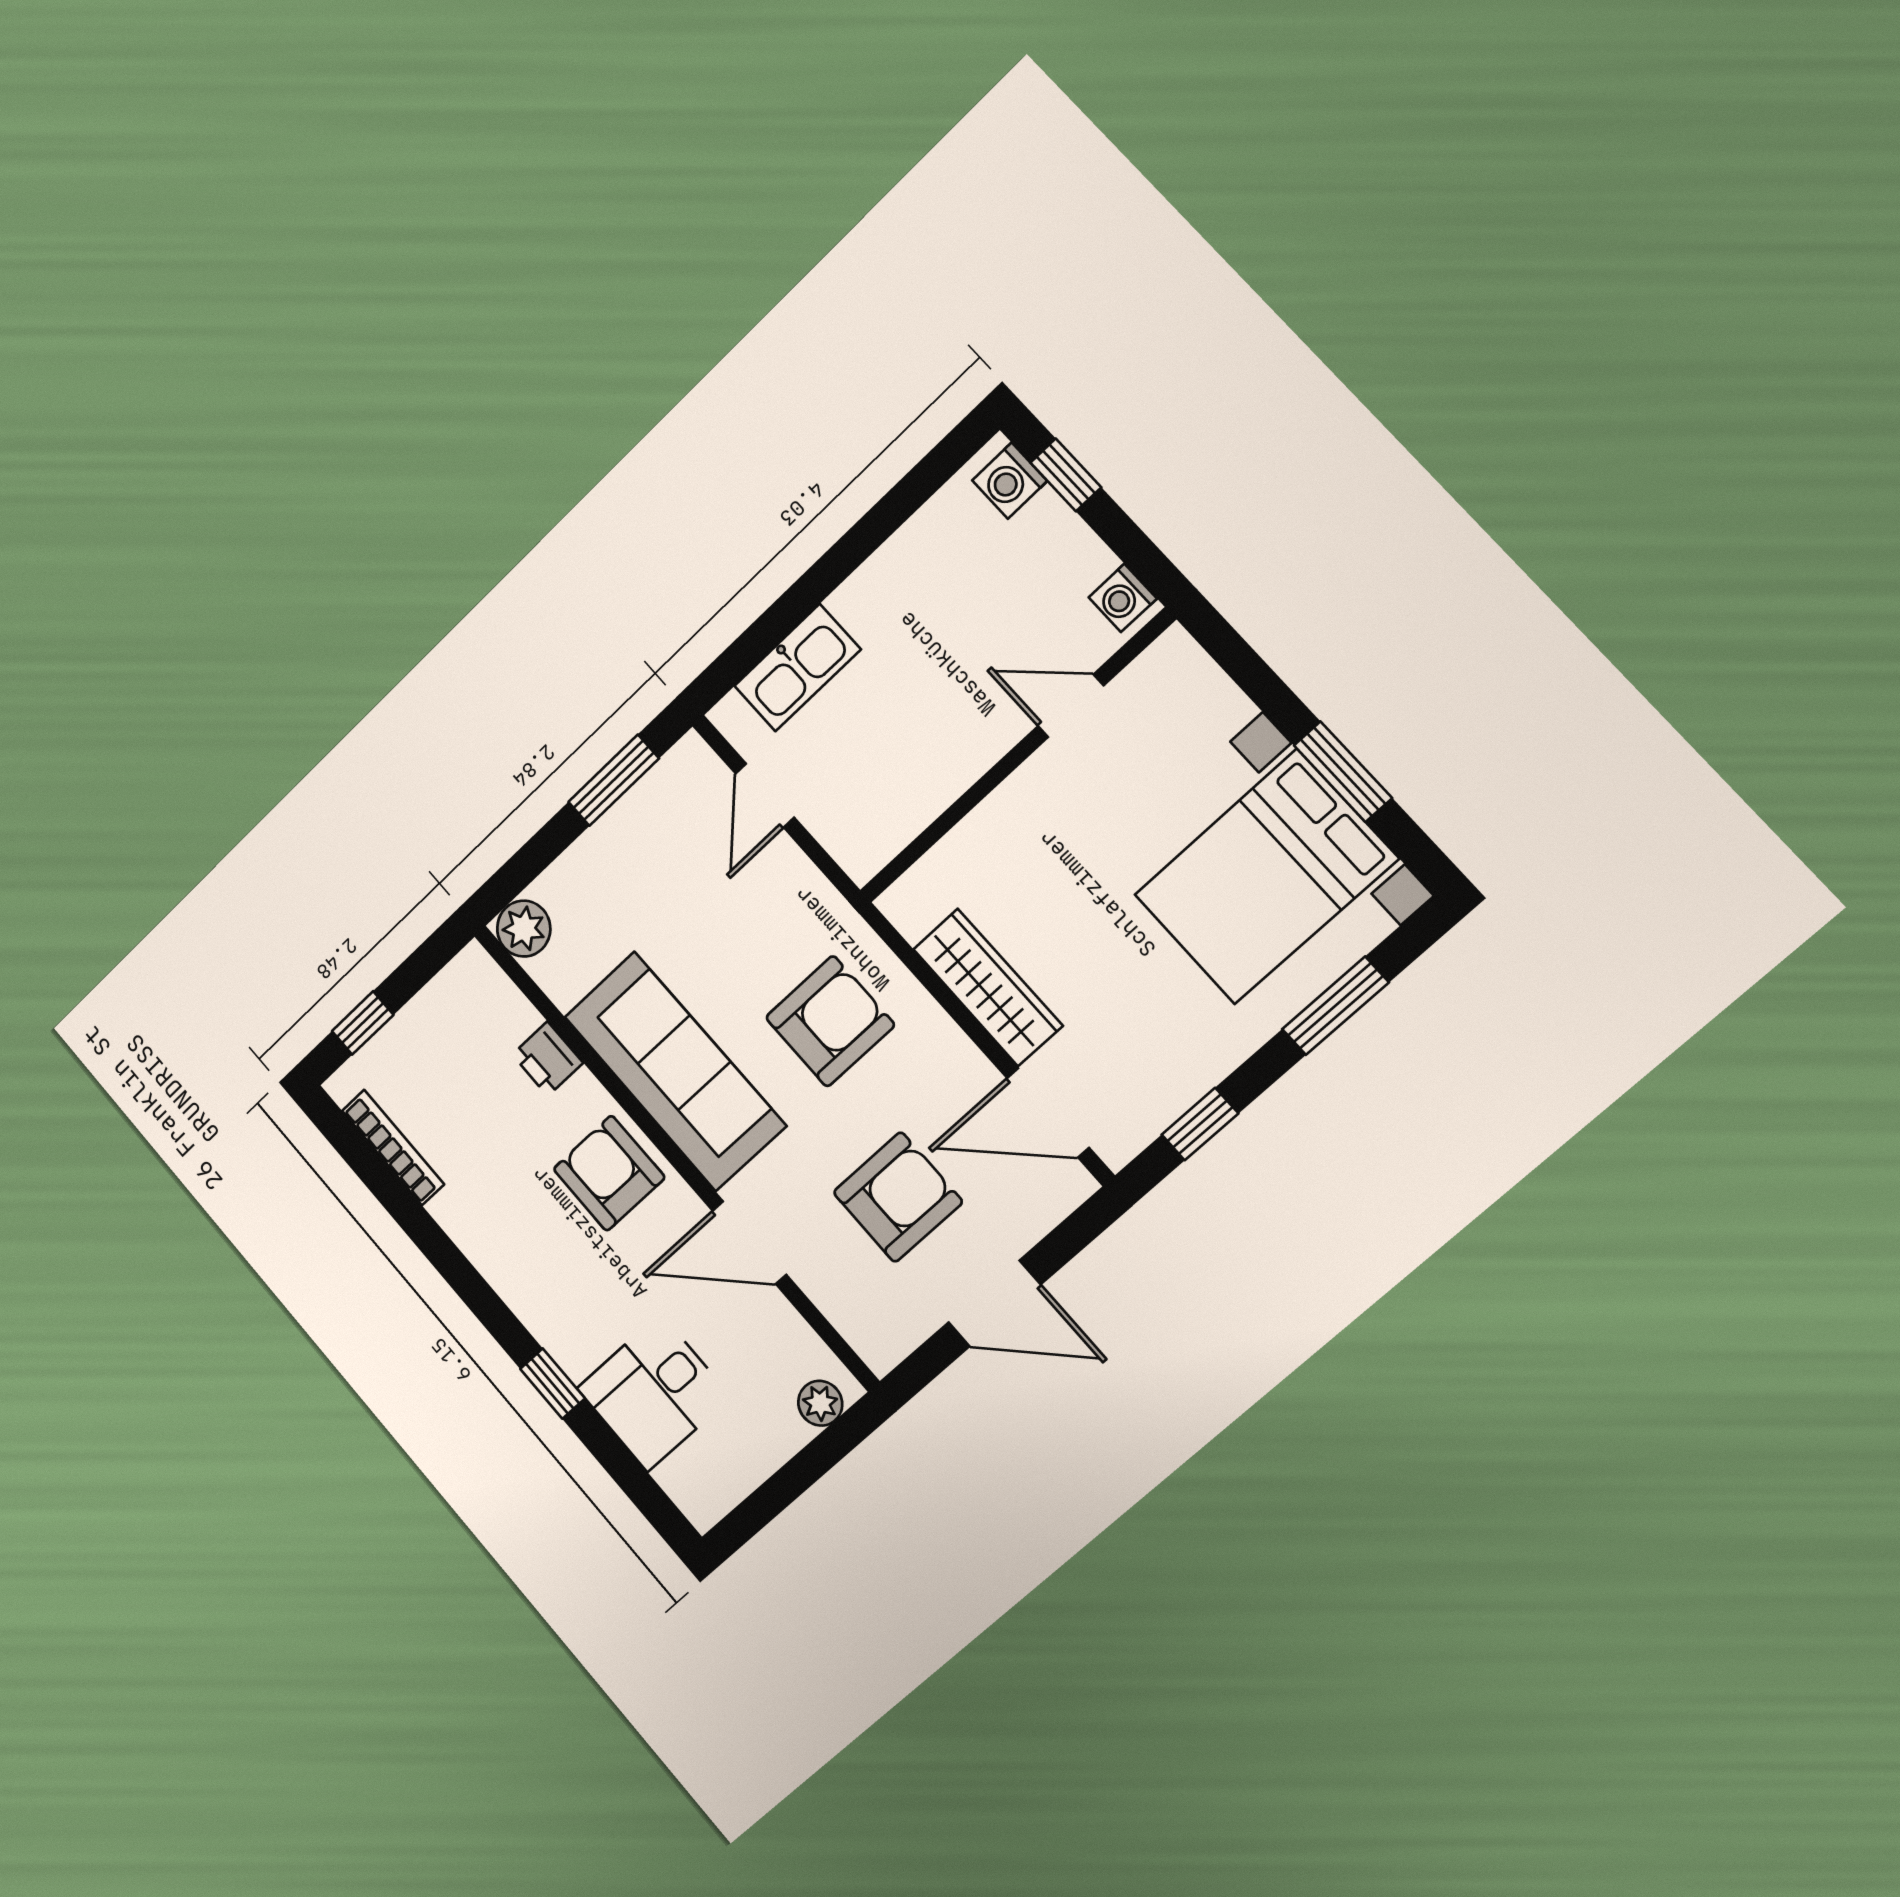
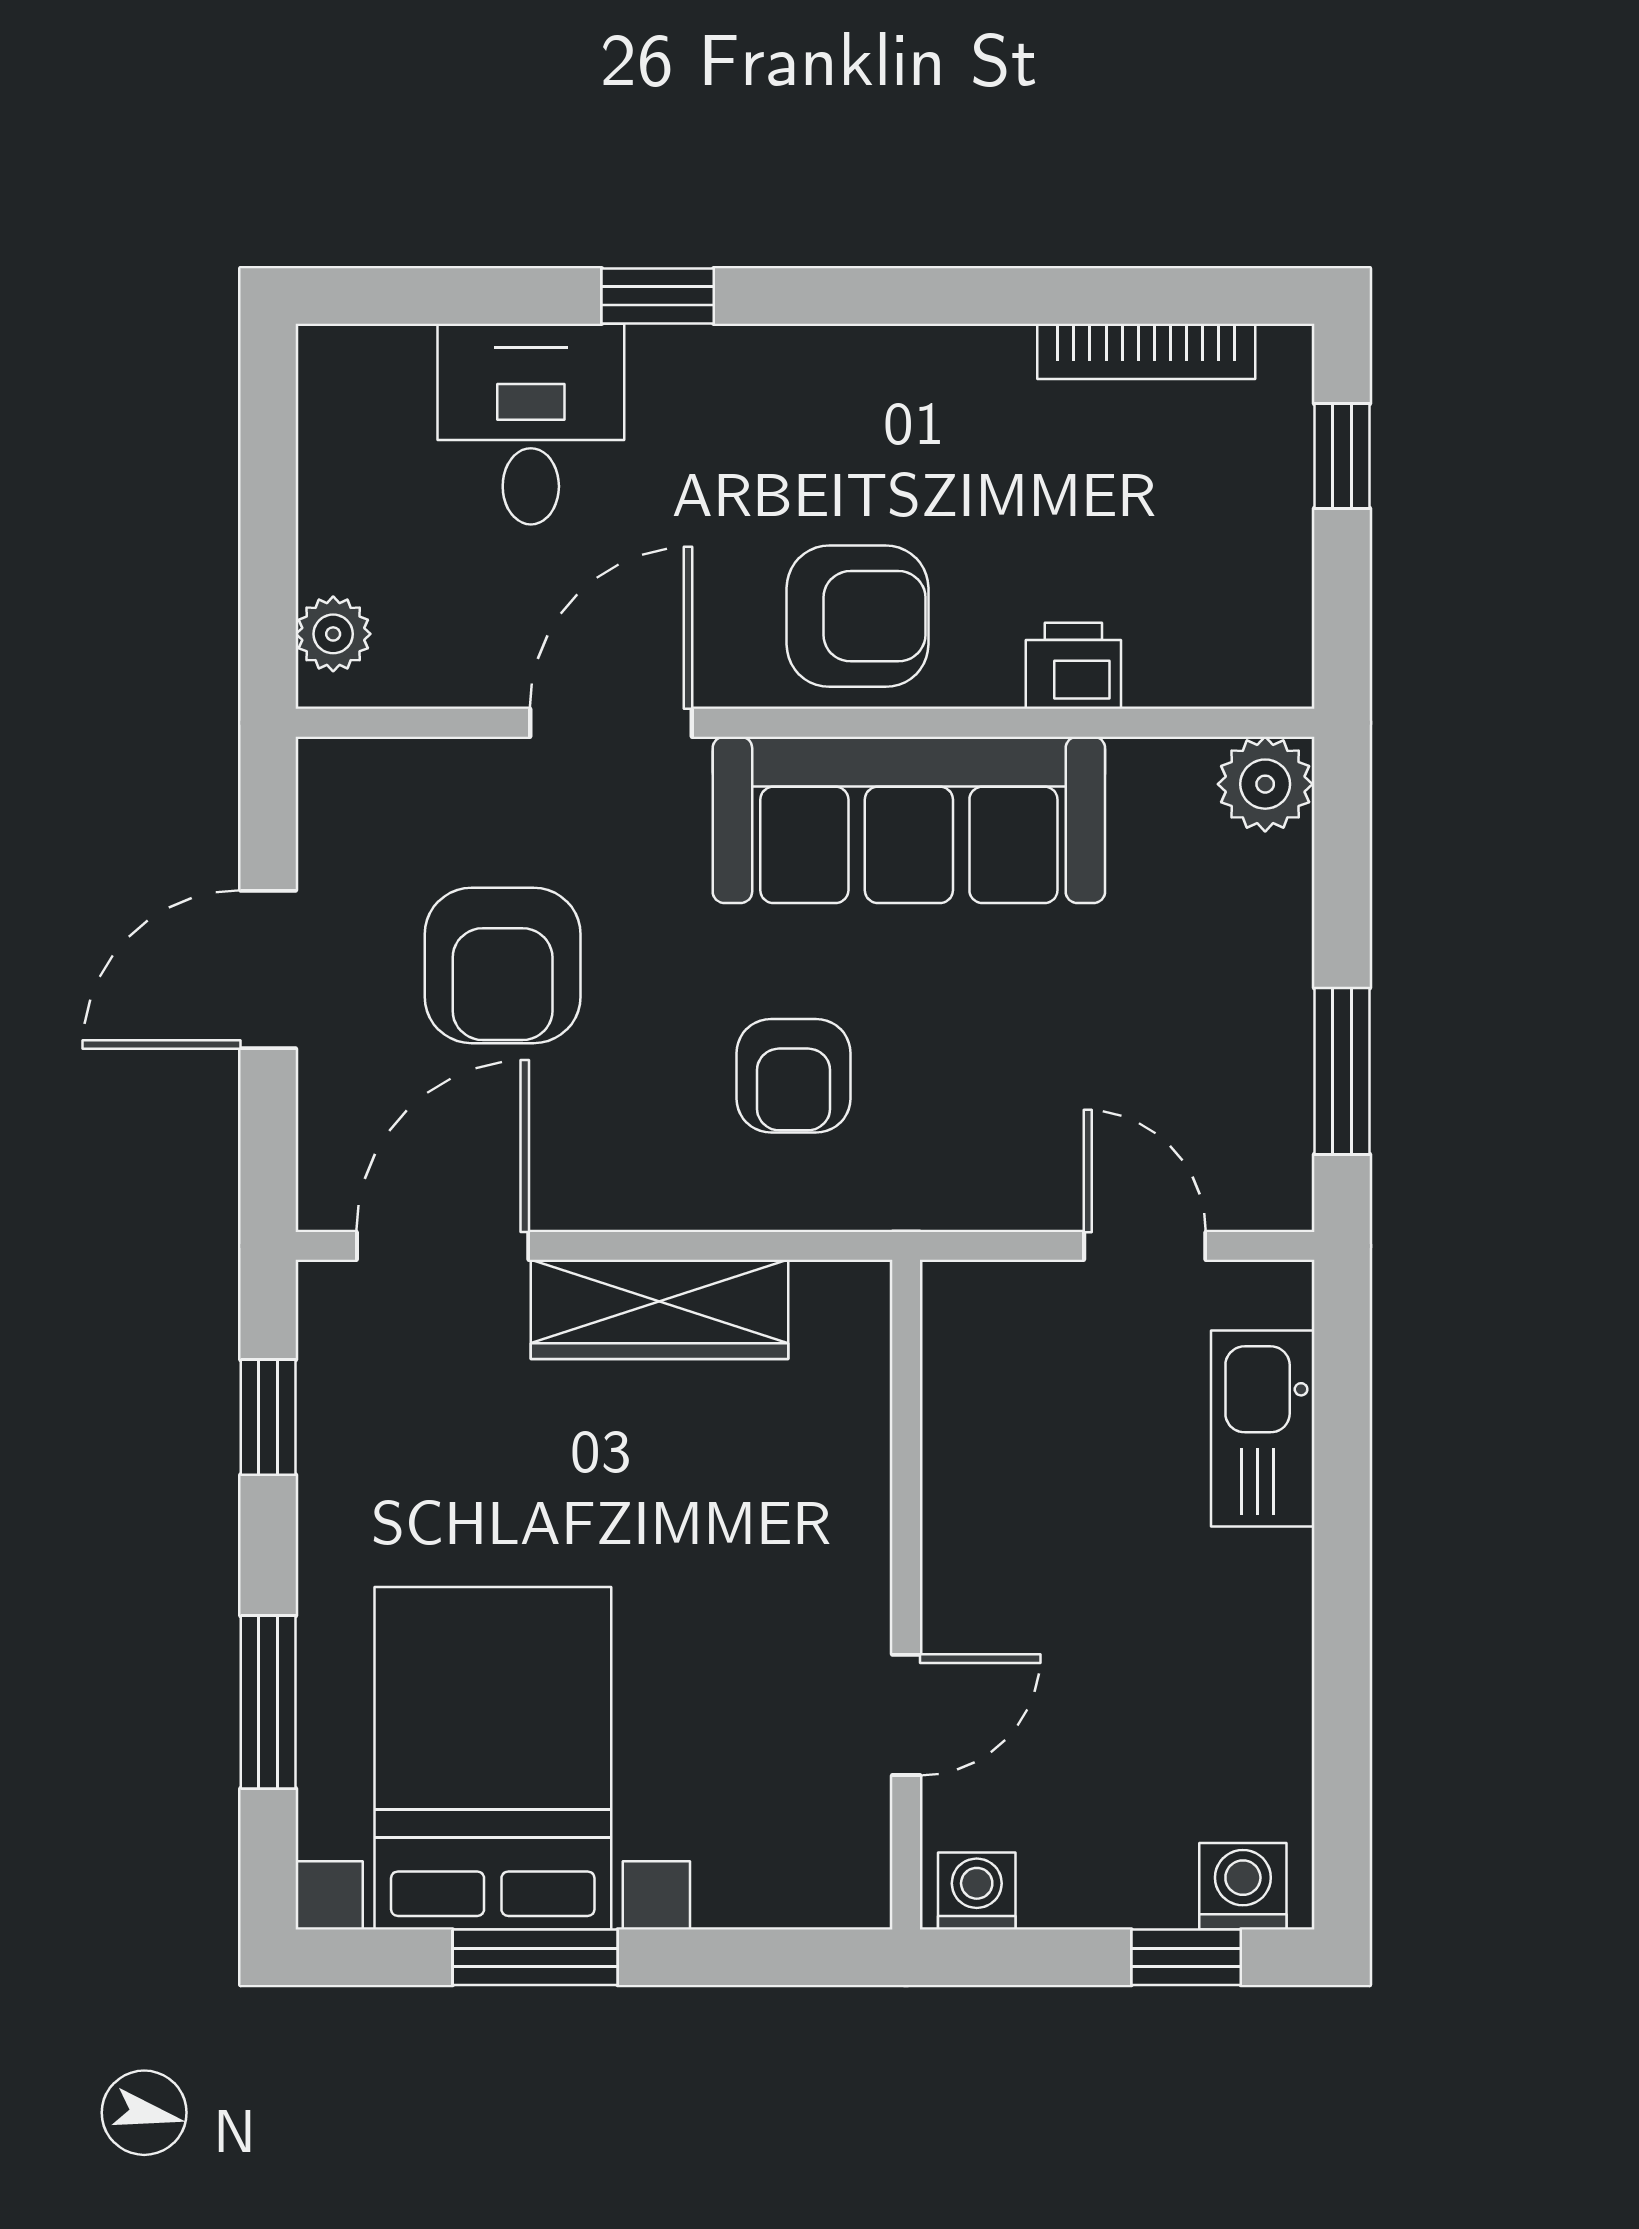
armchair: (830, 1021) -> (794, 1076), width x0.72, depth x0.72

